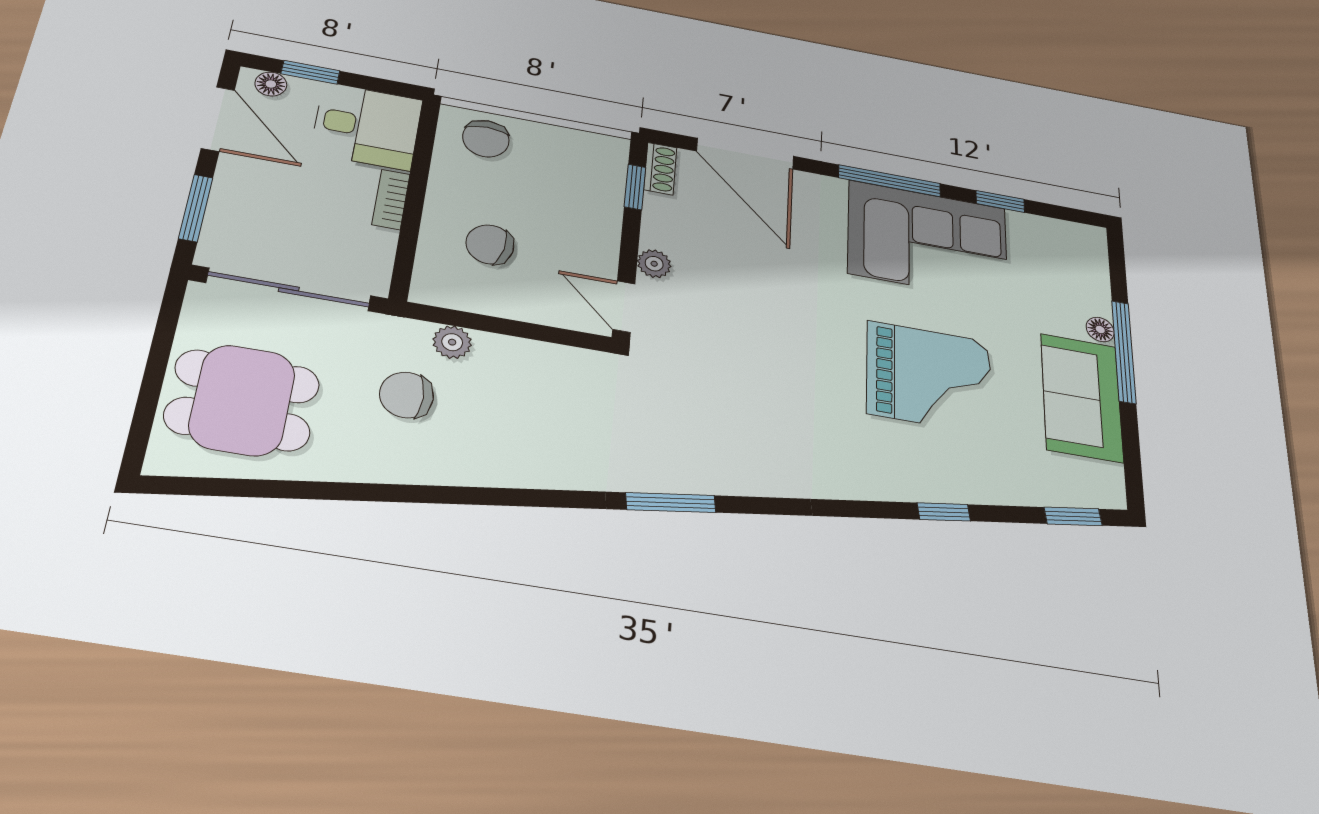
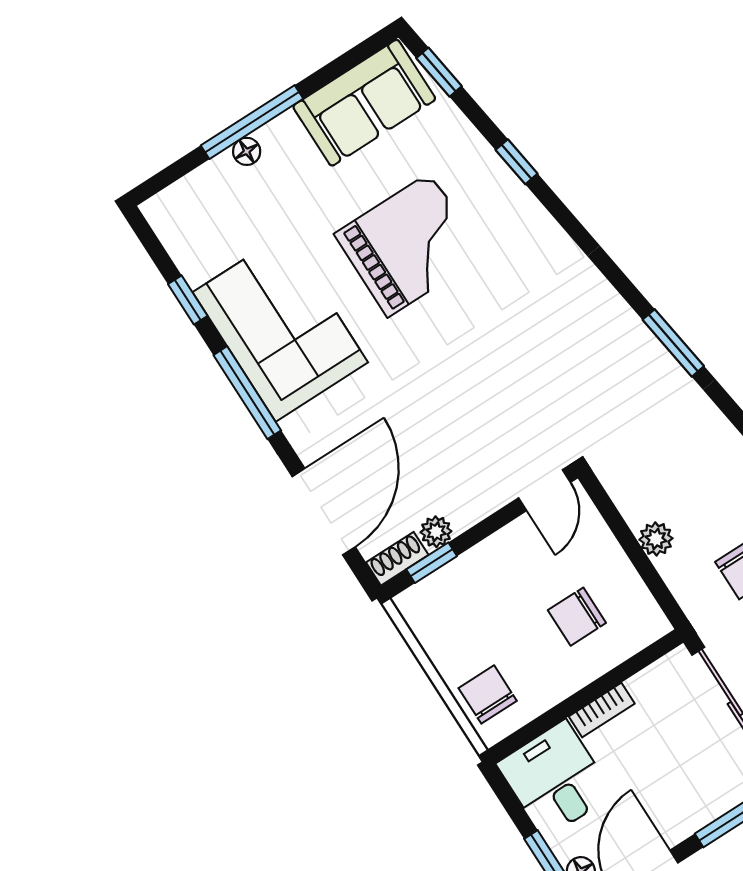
chair: (486, 139) -> (488, 694), turned -90
chair: (490, 244) -> (577, 617), turned 79
plant: (654, 264) -> (436, 532), moved
plant: (452, 342) -> (656, 539), moved
grand piano: (929, 377) -> (409, 245), turned 90
sofa: (1082, 397) -> (364, 103), moved

